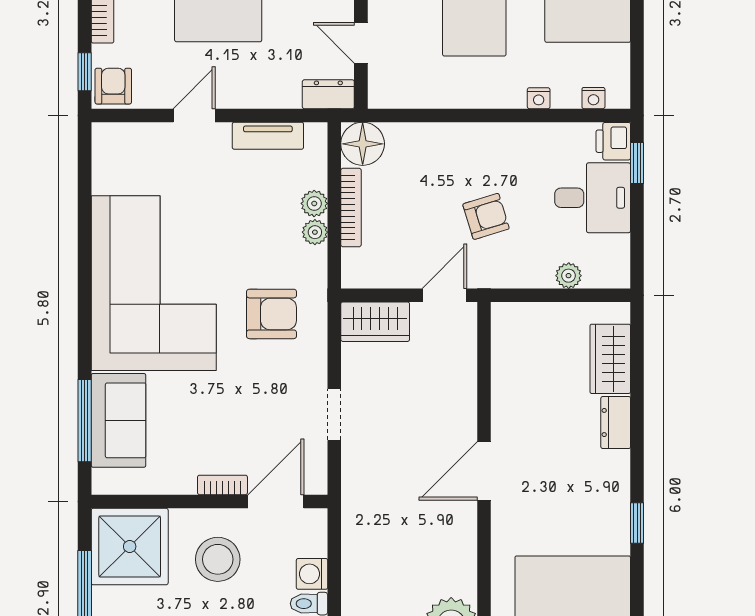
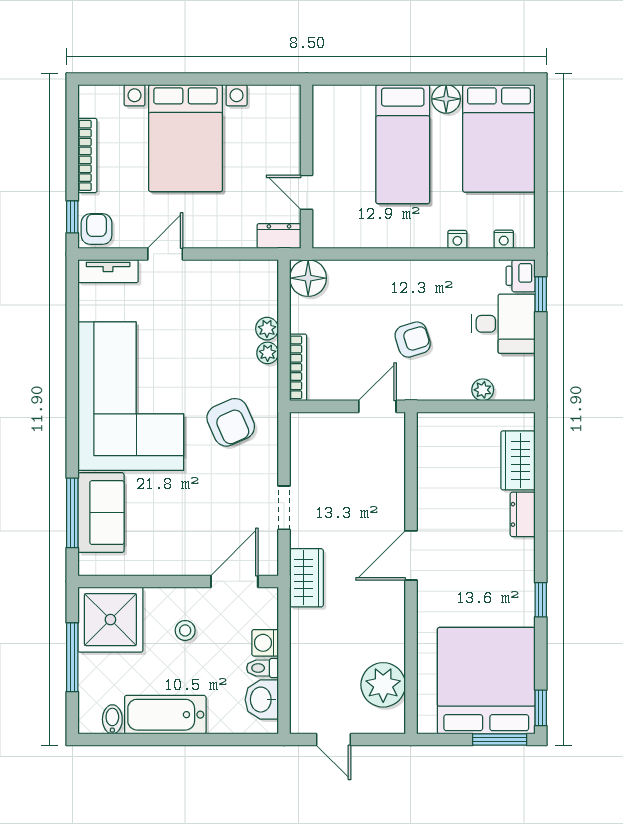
tv unit: (268, 136) -> (108, 271), moved
bookcase: (351, 208) -> (298, 367), moved
armchair: (272, 314) -> (231, 422), turned 66
wardrobe: (375, 322) -> (306, 578), moved, turned -90
bookcase: (222, 485) -> (189, 567), removed
stool: (218, 559) -> (185, 630), width x0.53, depth x0.53

